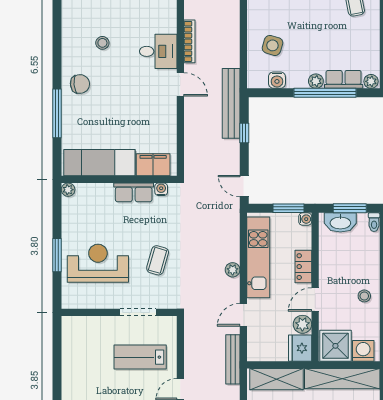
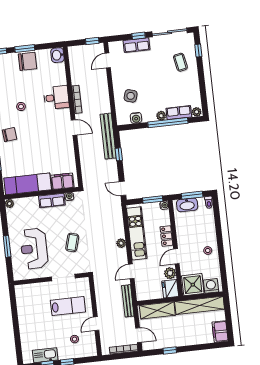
desk: (158, 51) -> (56, 97), moved
reception desk: (98, 263) -> (34, 249), turned -90
lab bench: (140, 357) -> (68, 306), turned 180

